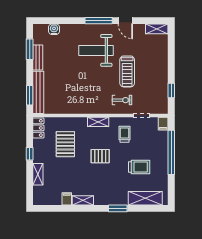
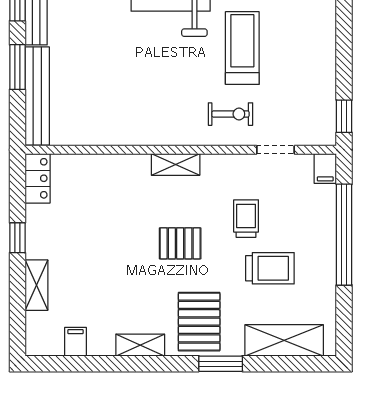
treadmill: (127, 71) -> (242, 48), turned 180
window: (171, 91) -> (344, 116), moved
window: (30, 95) -> (17, 67), moved
trolley: (125, 134) -> (246, 219), moved
pallet: (65, 144) -> (199, 322), moved
filing cabinet: (67, 199) -> (76, 342), moved

